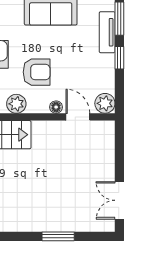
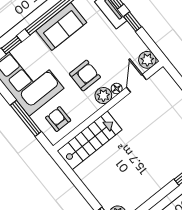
plant: (16, 104) -> (103, 96), moved
door: (78, 117) -> (136, 83), hinge flipped

